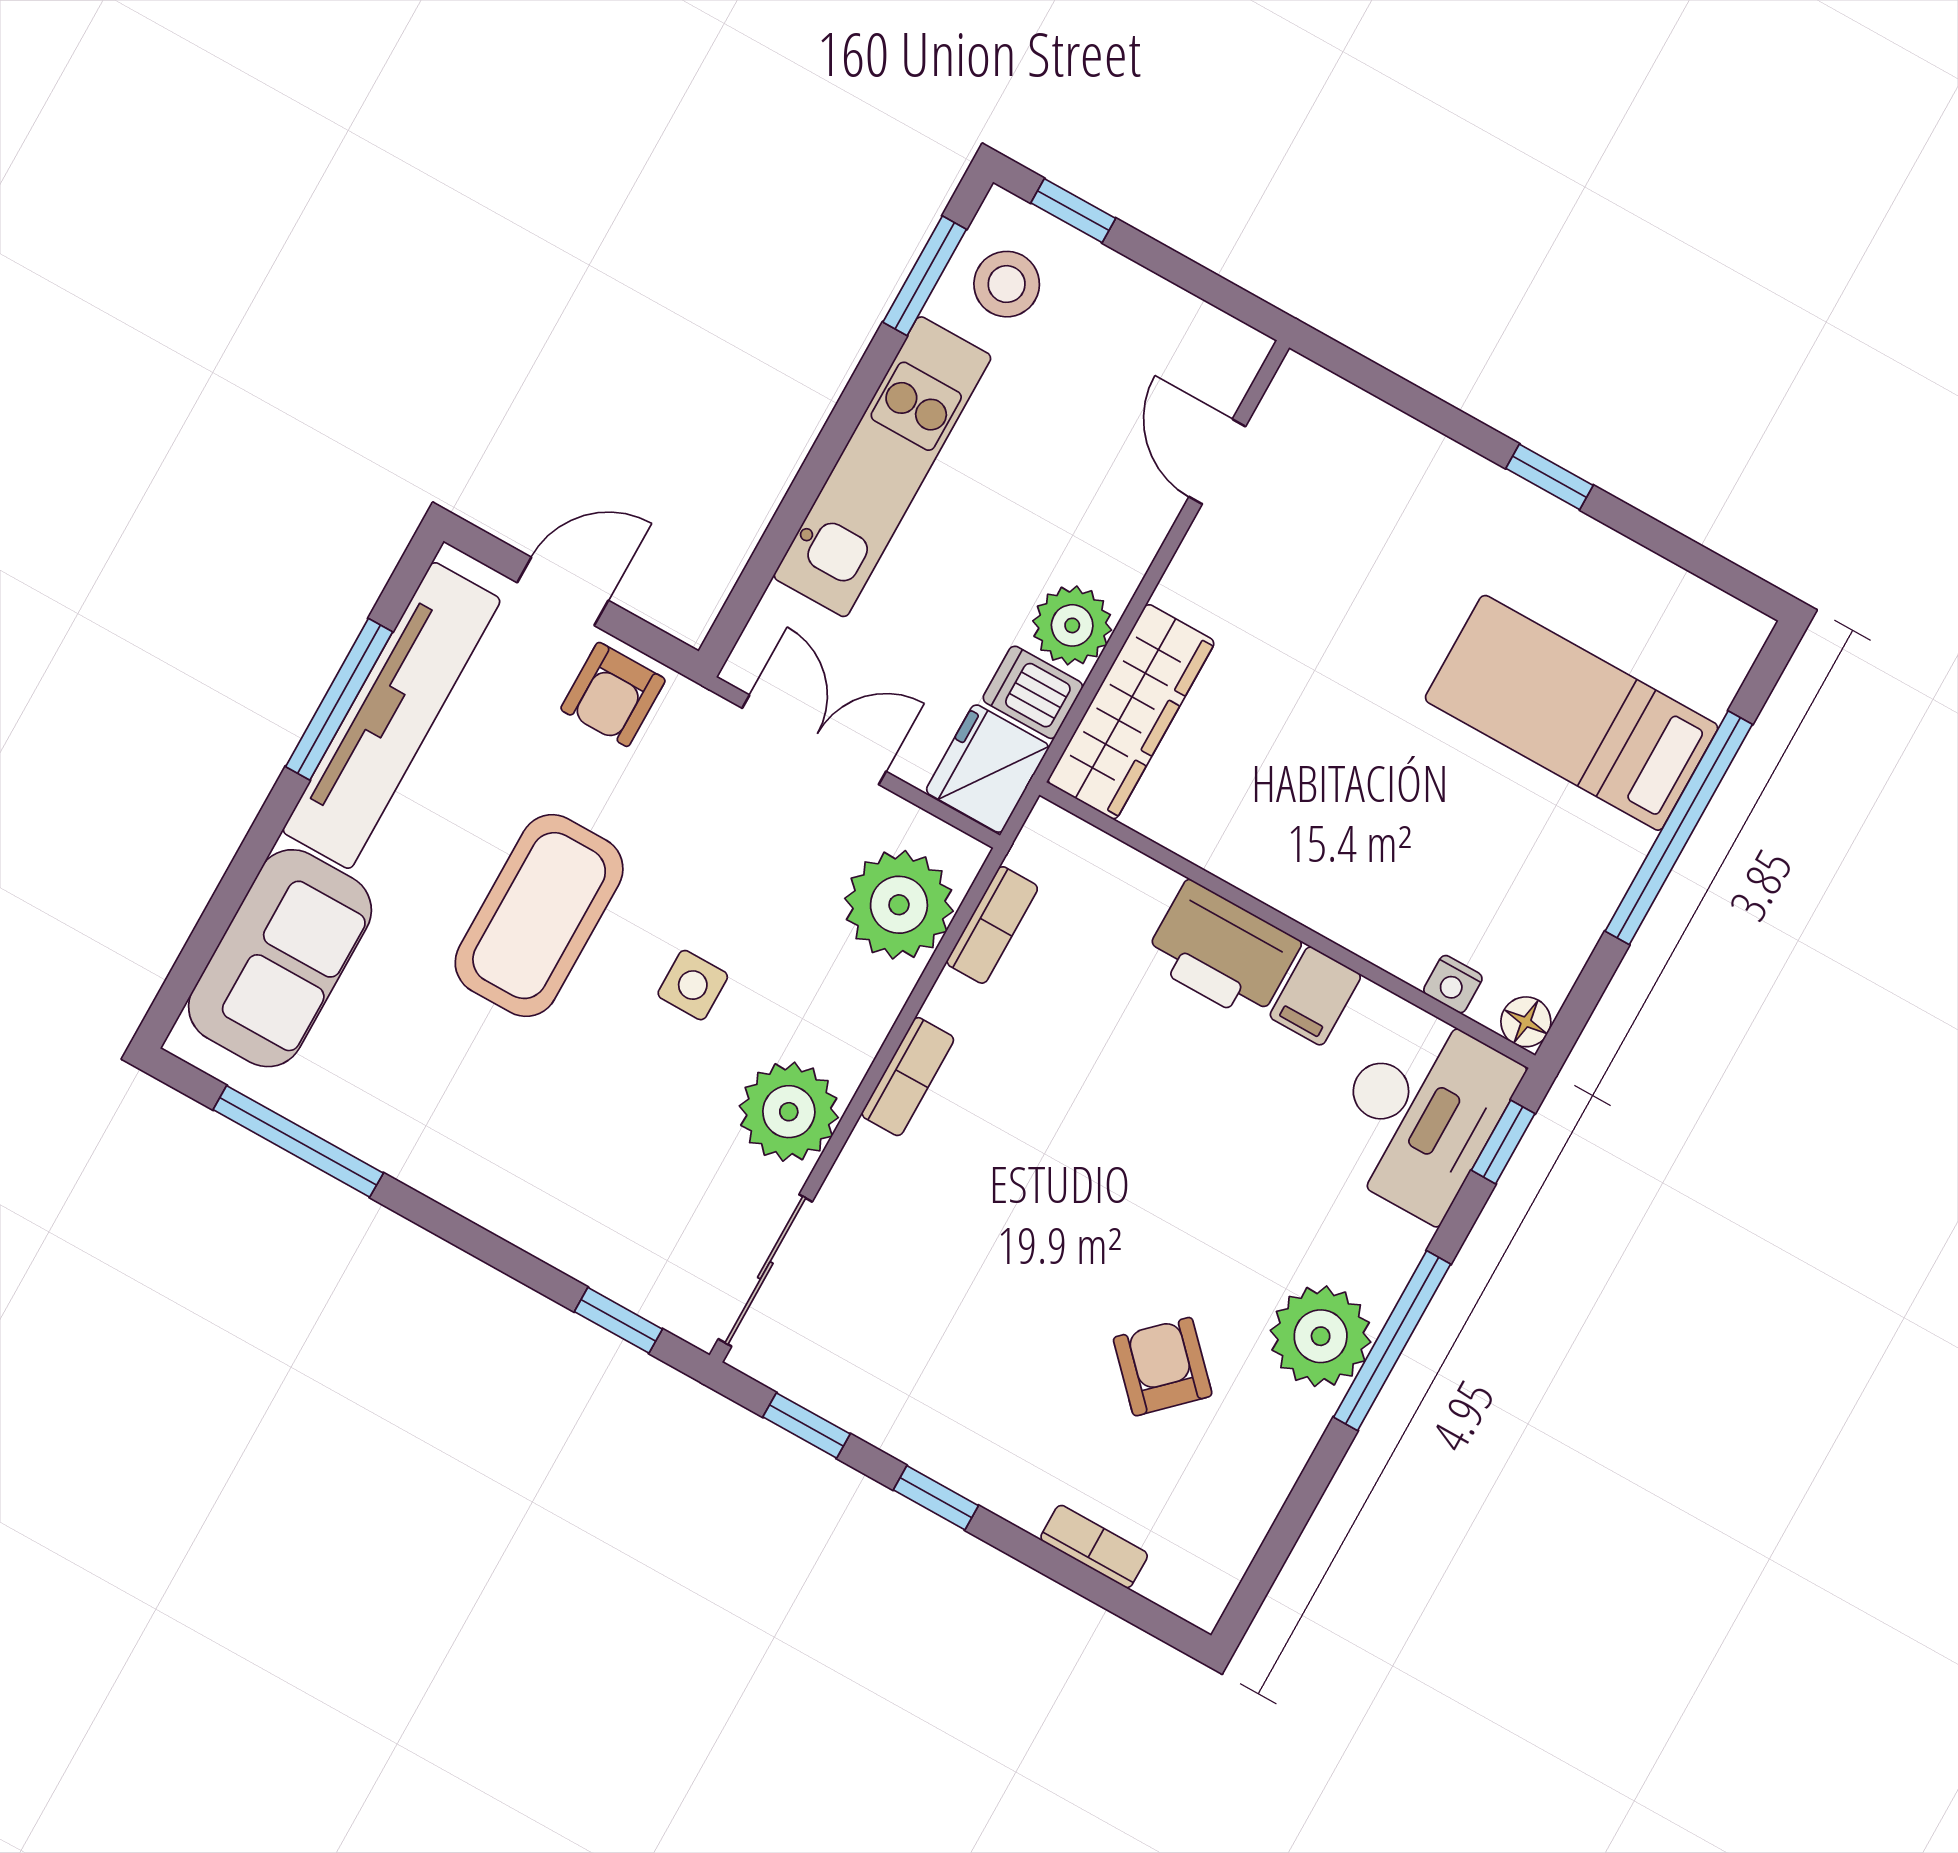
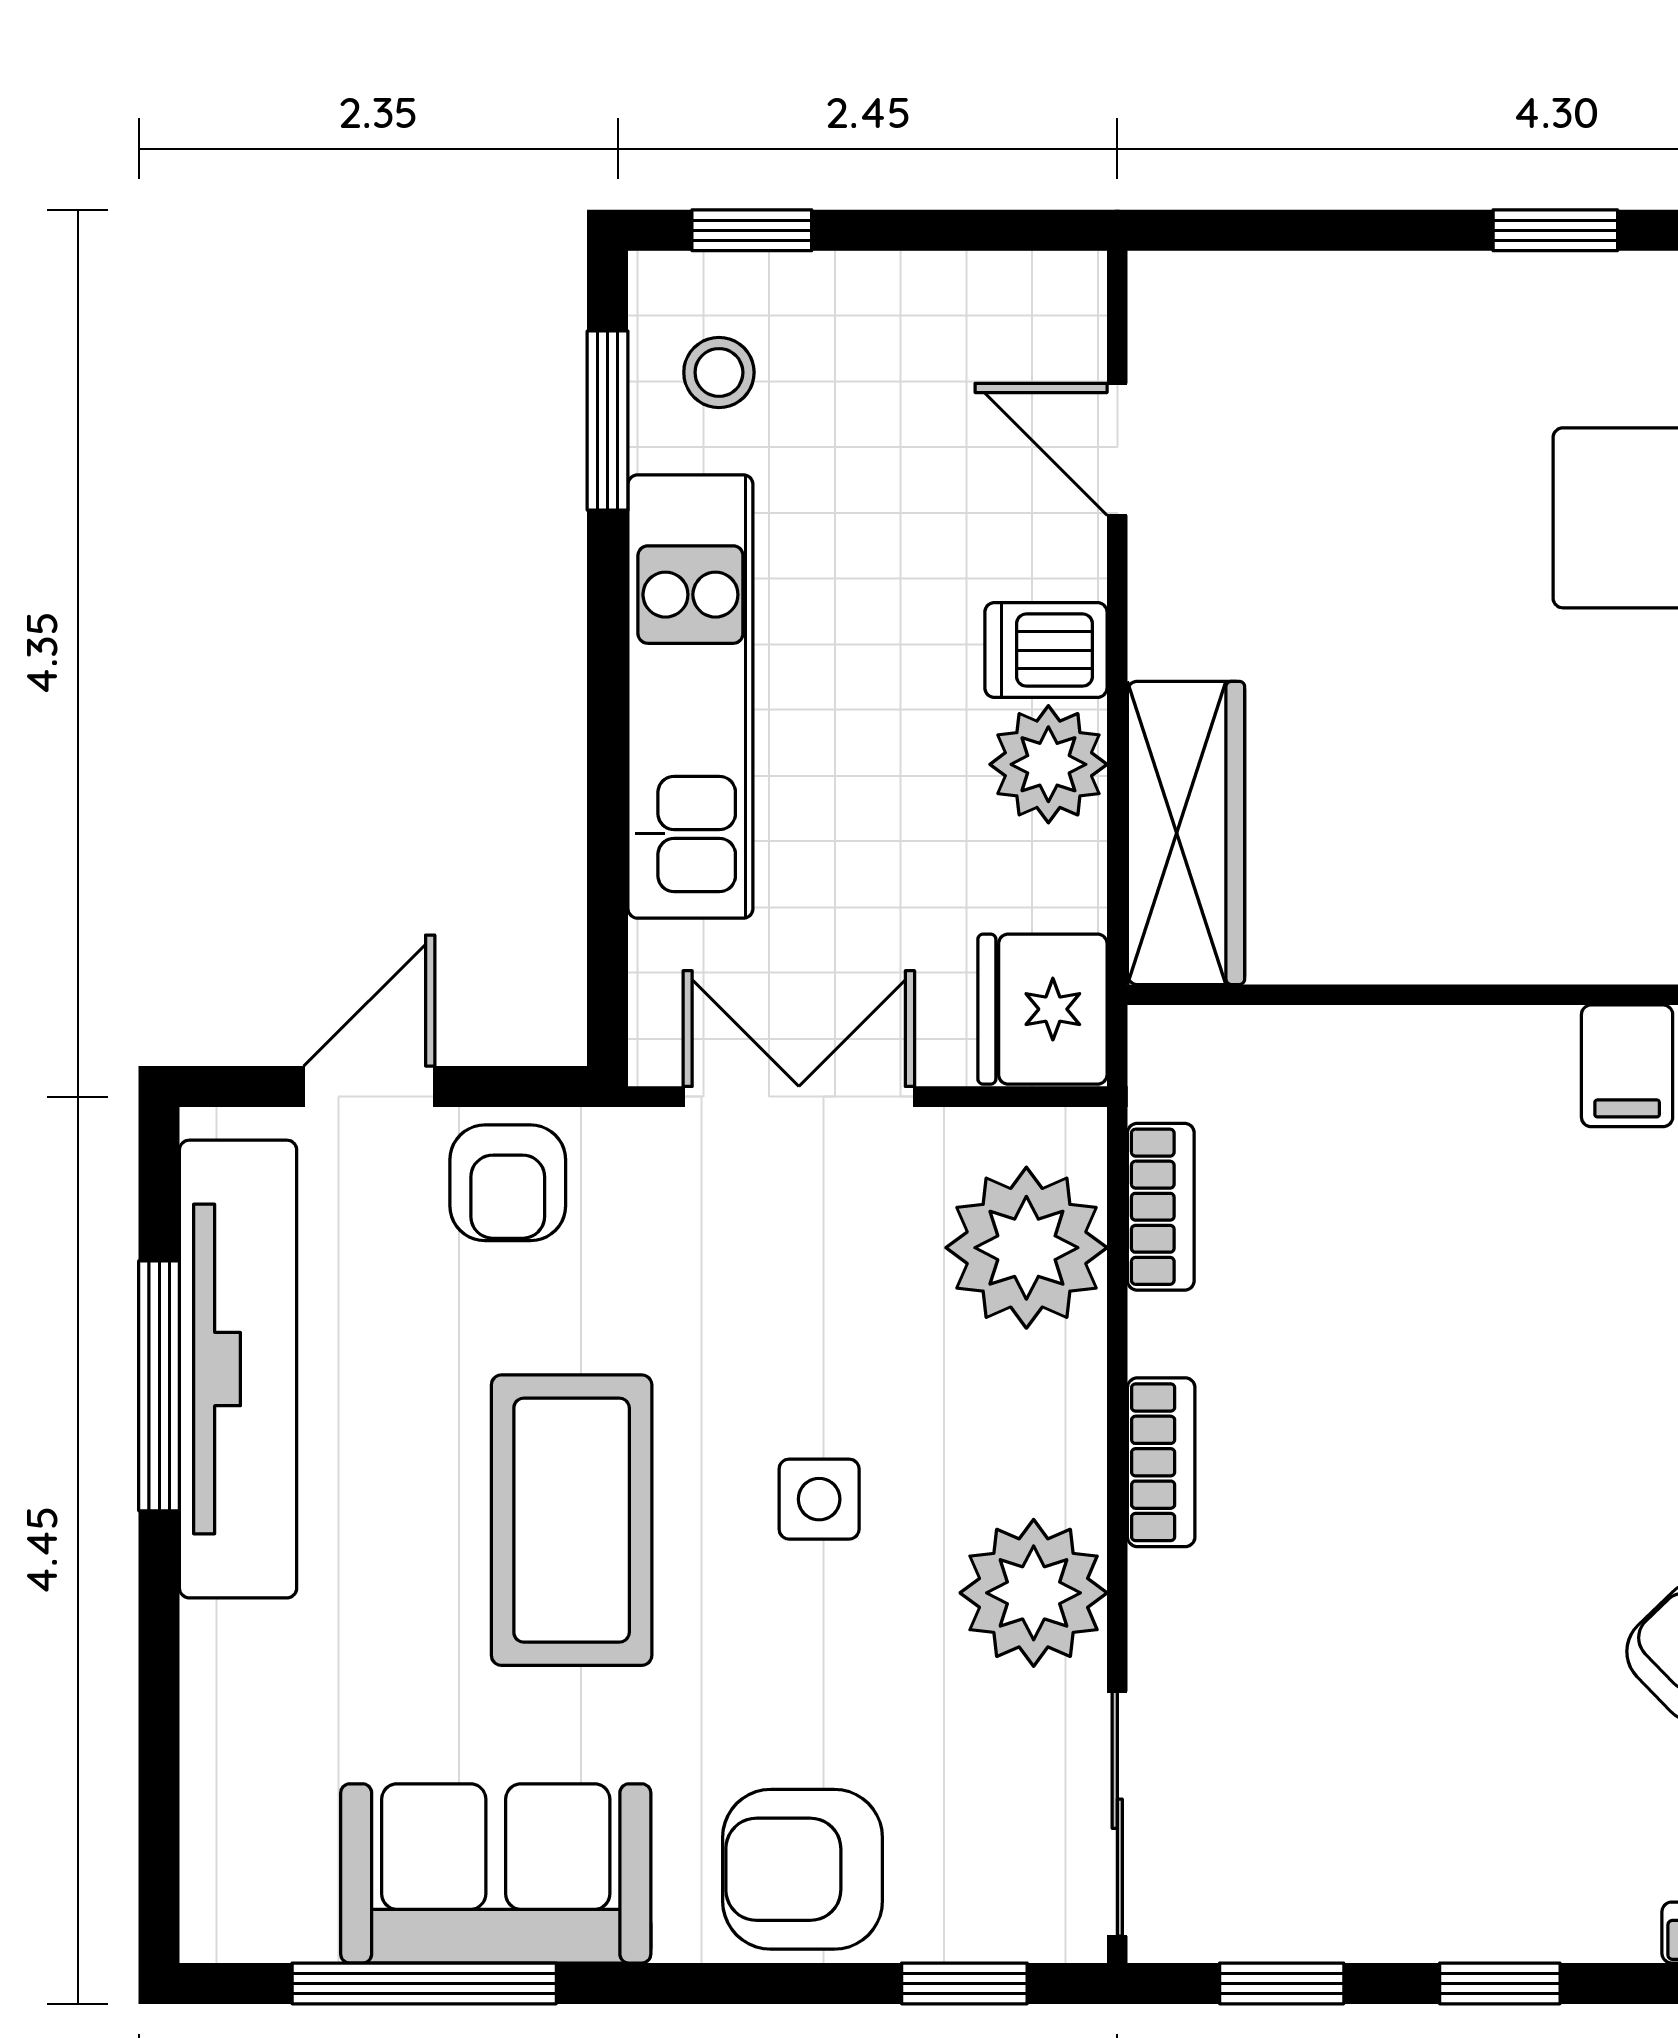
stool: (1007, 284) -> (719, 372), width x0.73, depth x0.73
dishwasher: (1033, 692) -> (1046, 650), moved
printer: (1222, 951) -> (1475, 1075), removed
sofa: (280, 958) -> (496, 1873), moved, turned -90
armchair: (560, 1199) -> (803, 1869), added

